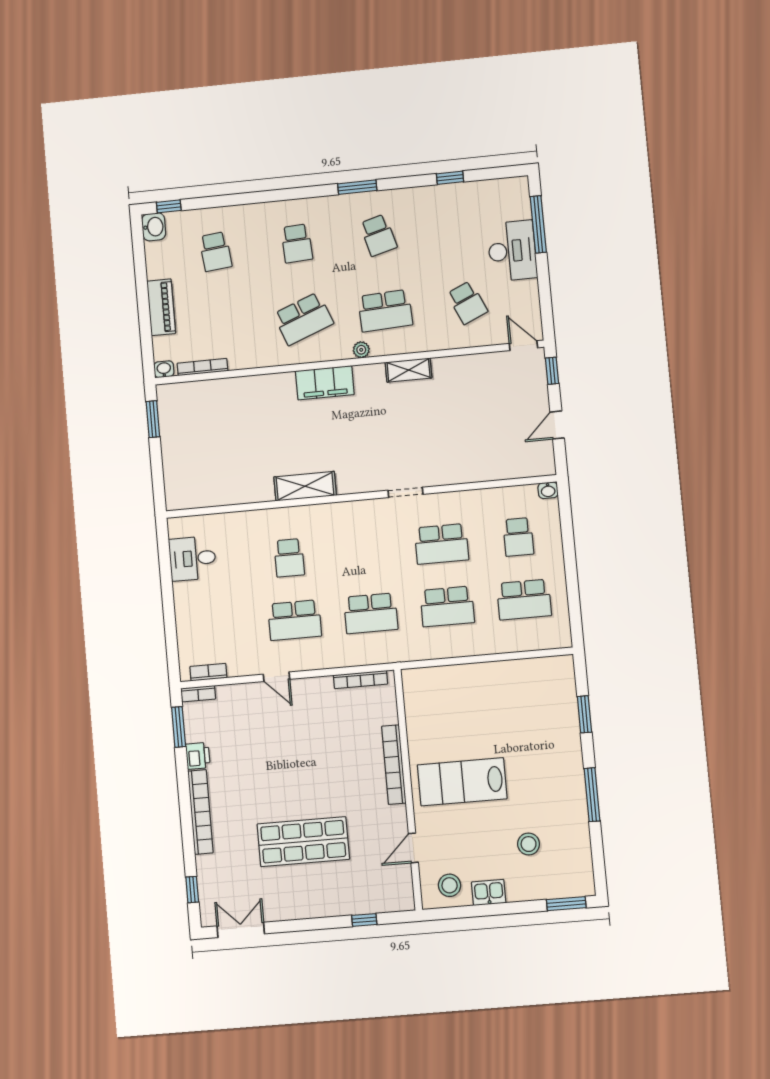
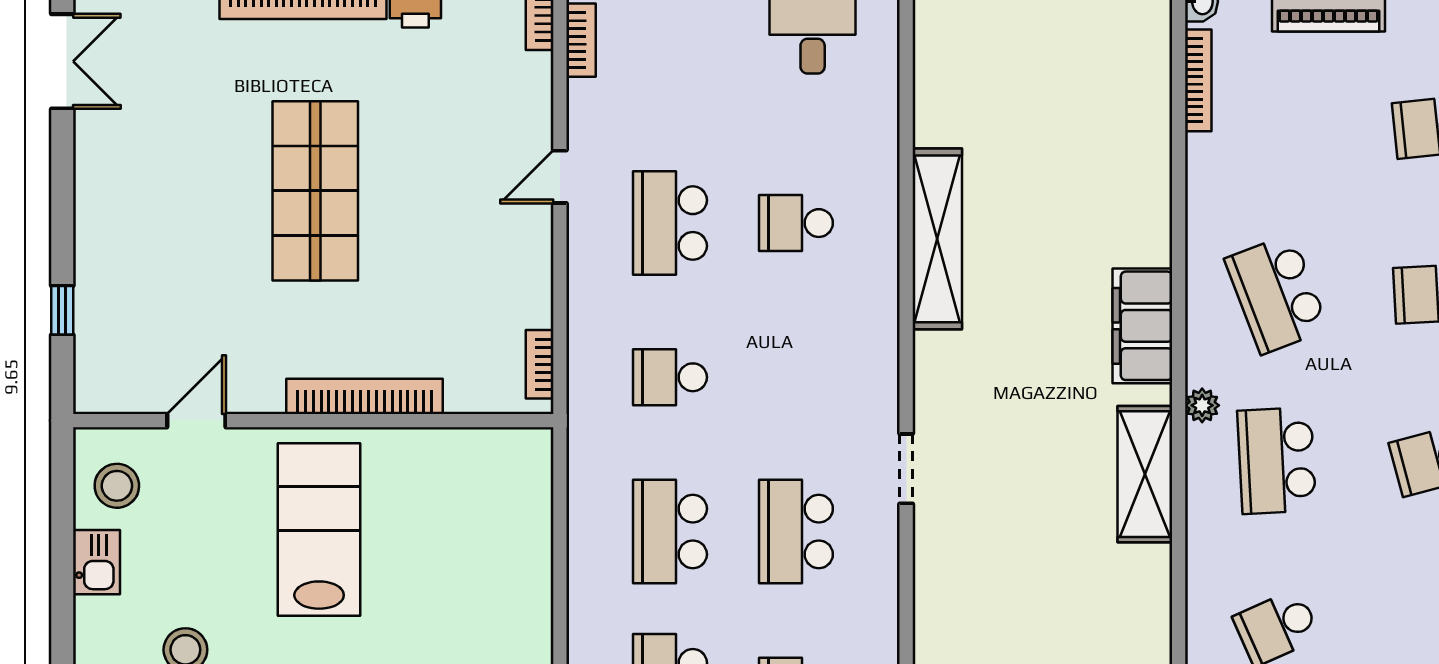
shelving: (408, 370) -> (1145, 474), width x1.50, depth x1.33
shelving: (305, 486) -> (937, 239), width x1.47
school desk: (371, 613) -> (670, 377), width x0.54
bookcase: (360, 680) -> (540, 364), width x0.64
shop shelf: (303, 842) -> (315, 191), moved
door: (413, 848) -> (196, 421), hinge flipped

